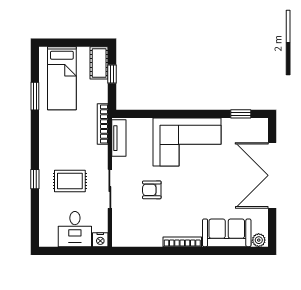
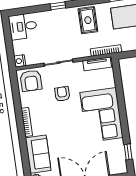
rug: (70, 181) -> (88, 20), moved
desk: (75, 229) -> (23, 26), moved
armchair: (128, 229) -> (31, 81), added

